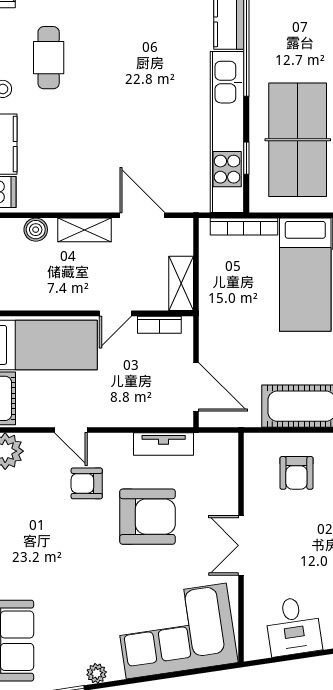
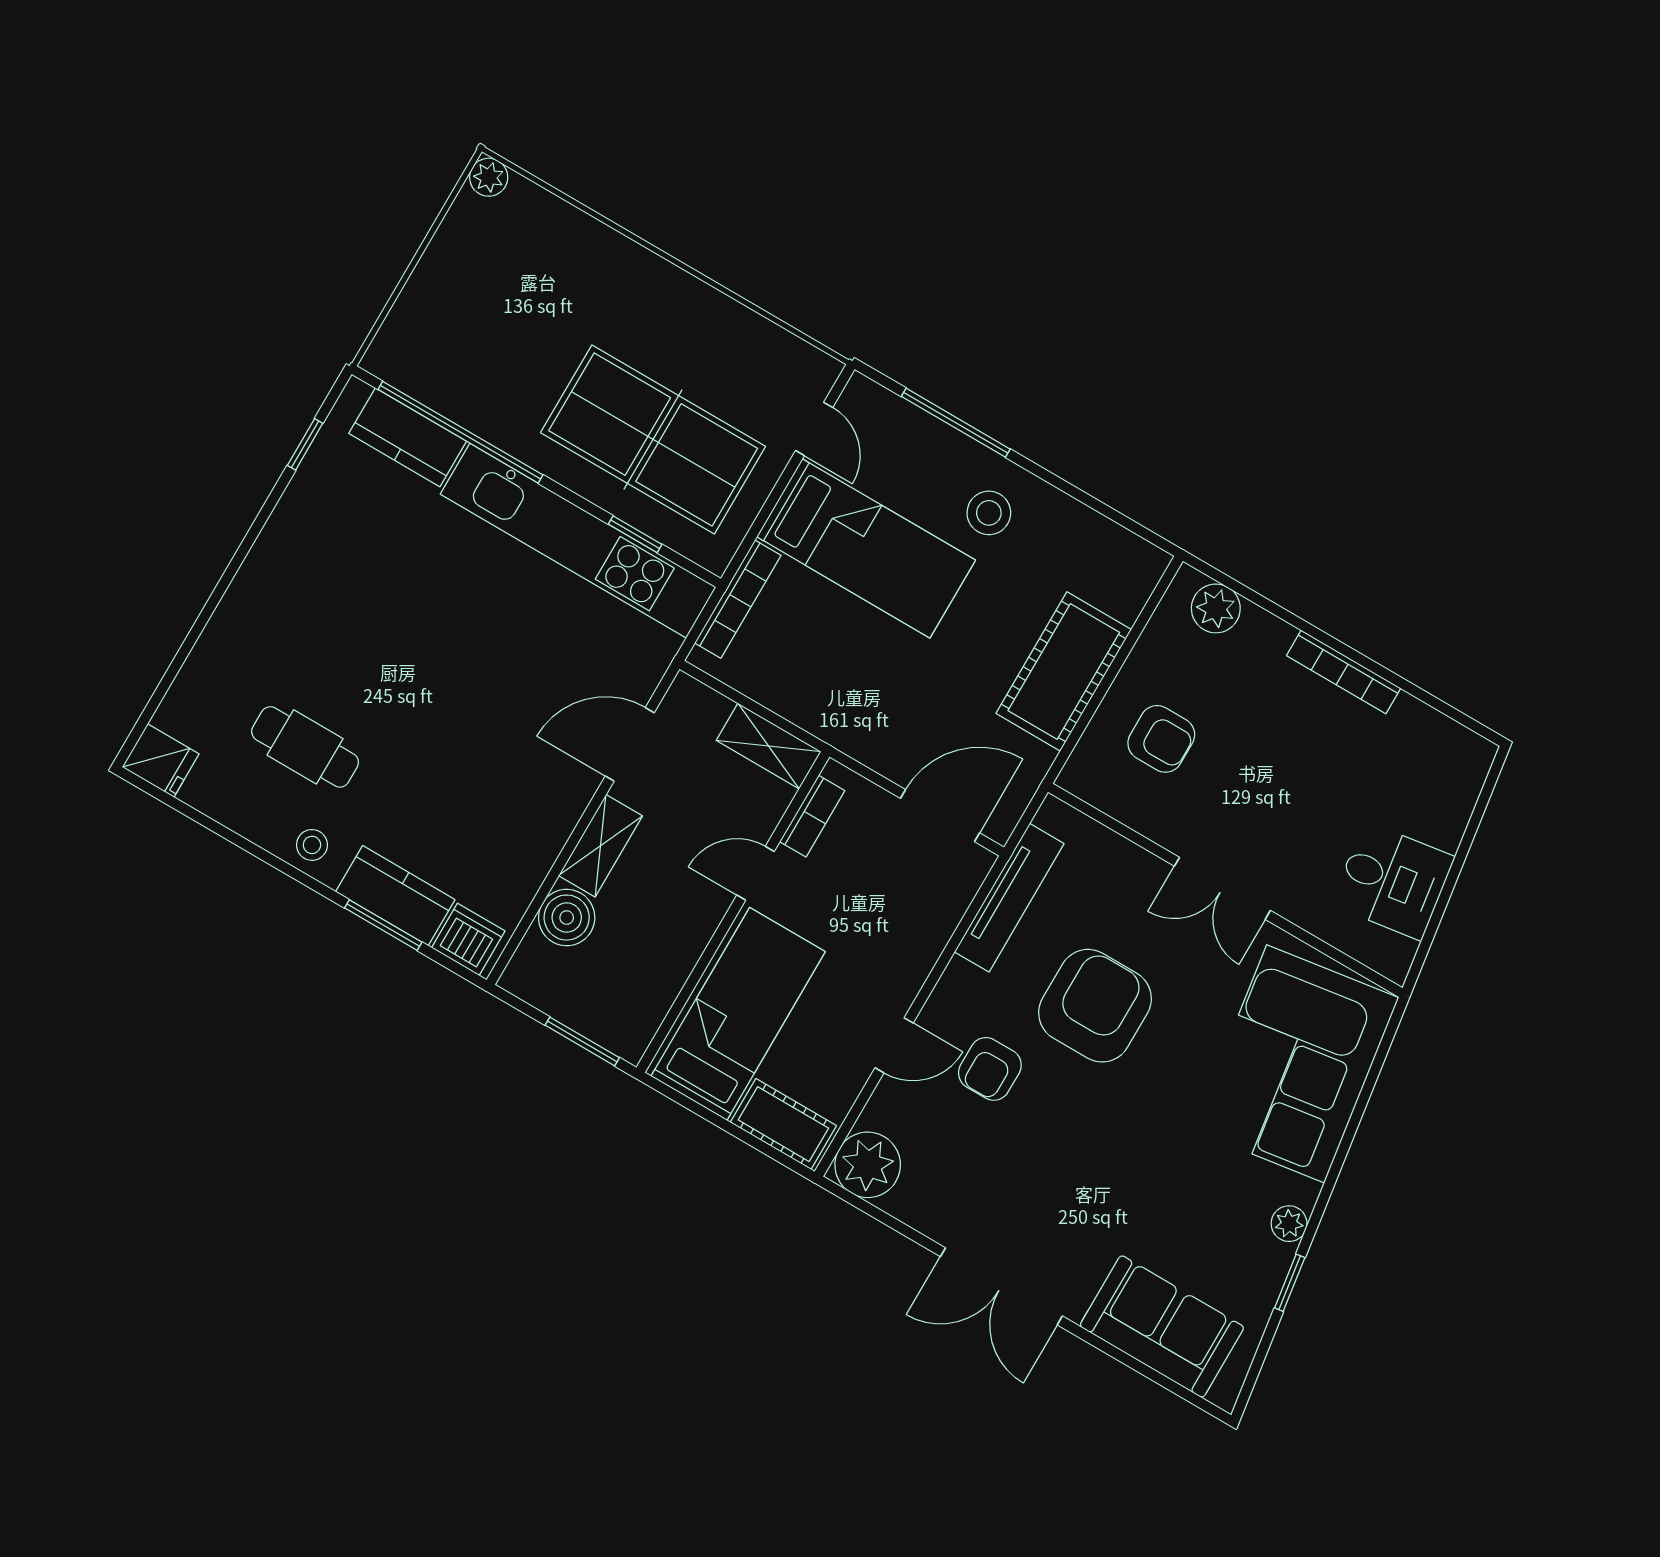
boiler: (36, 230) -> (567, 918), width x1.36, depth x1.36
door: (115, 313) -> (756, 873), swing flipped
tv unit: (164, 444) -> (1009, 898), width x1.41

